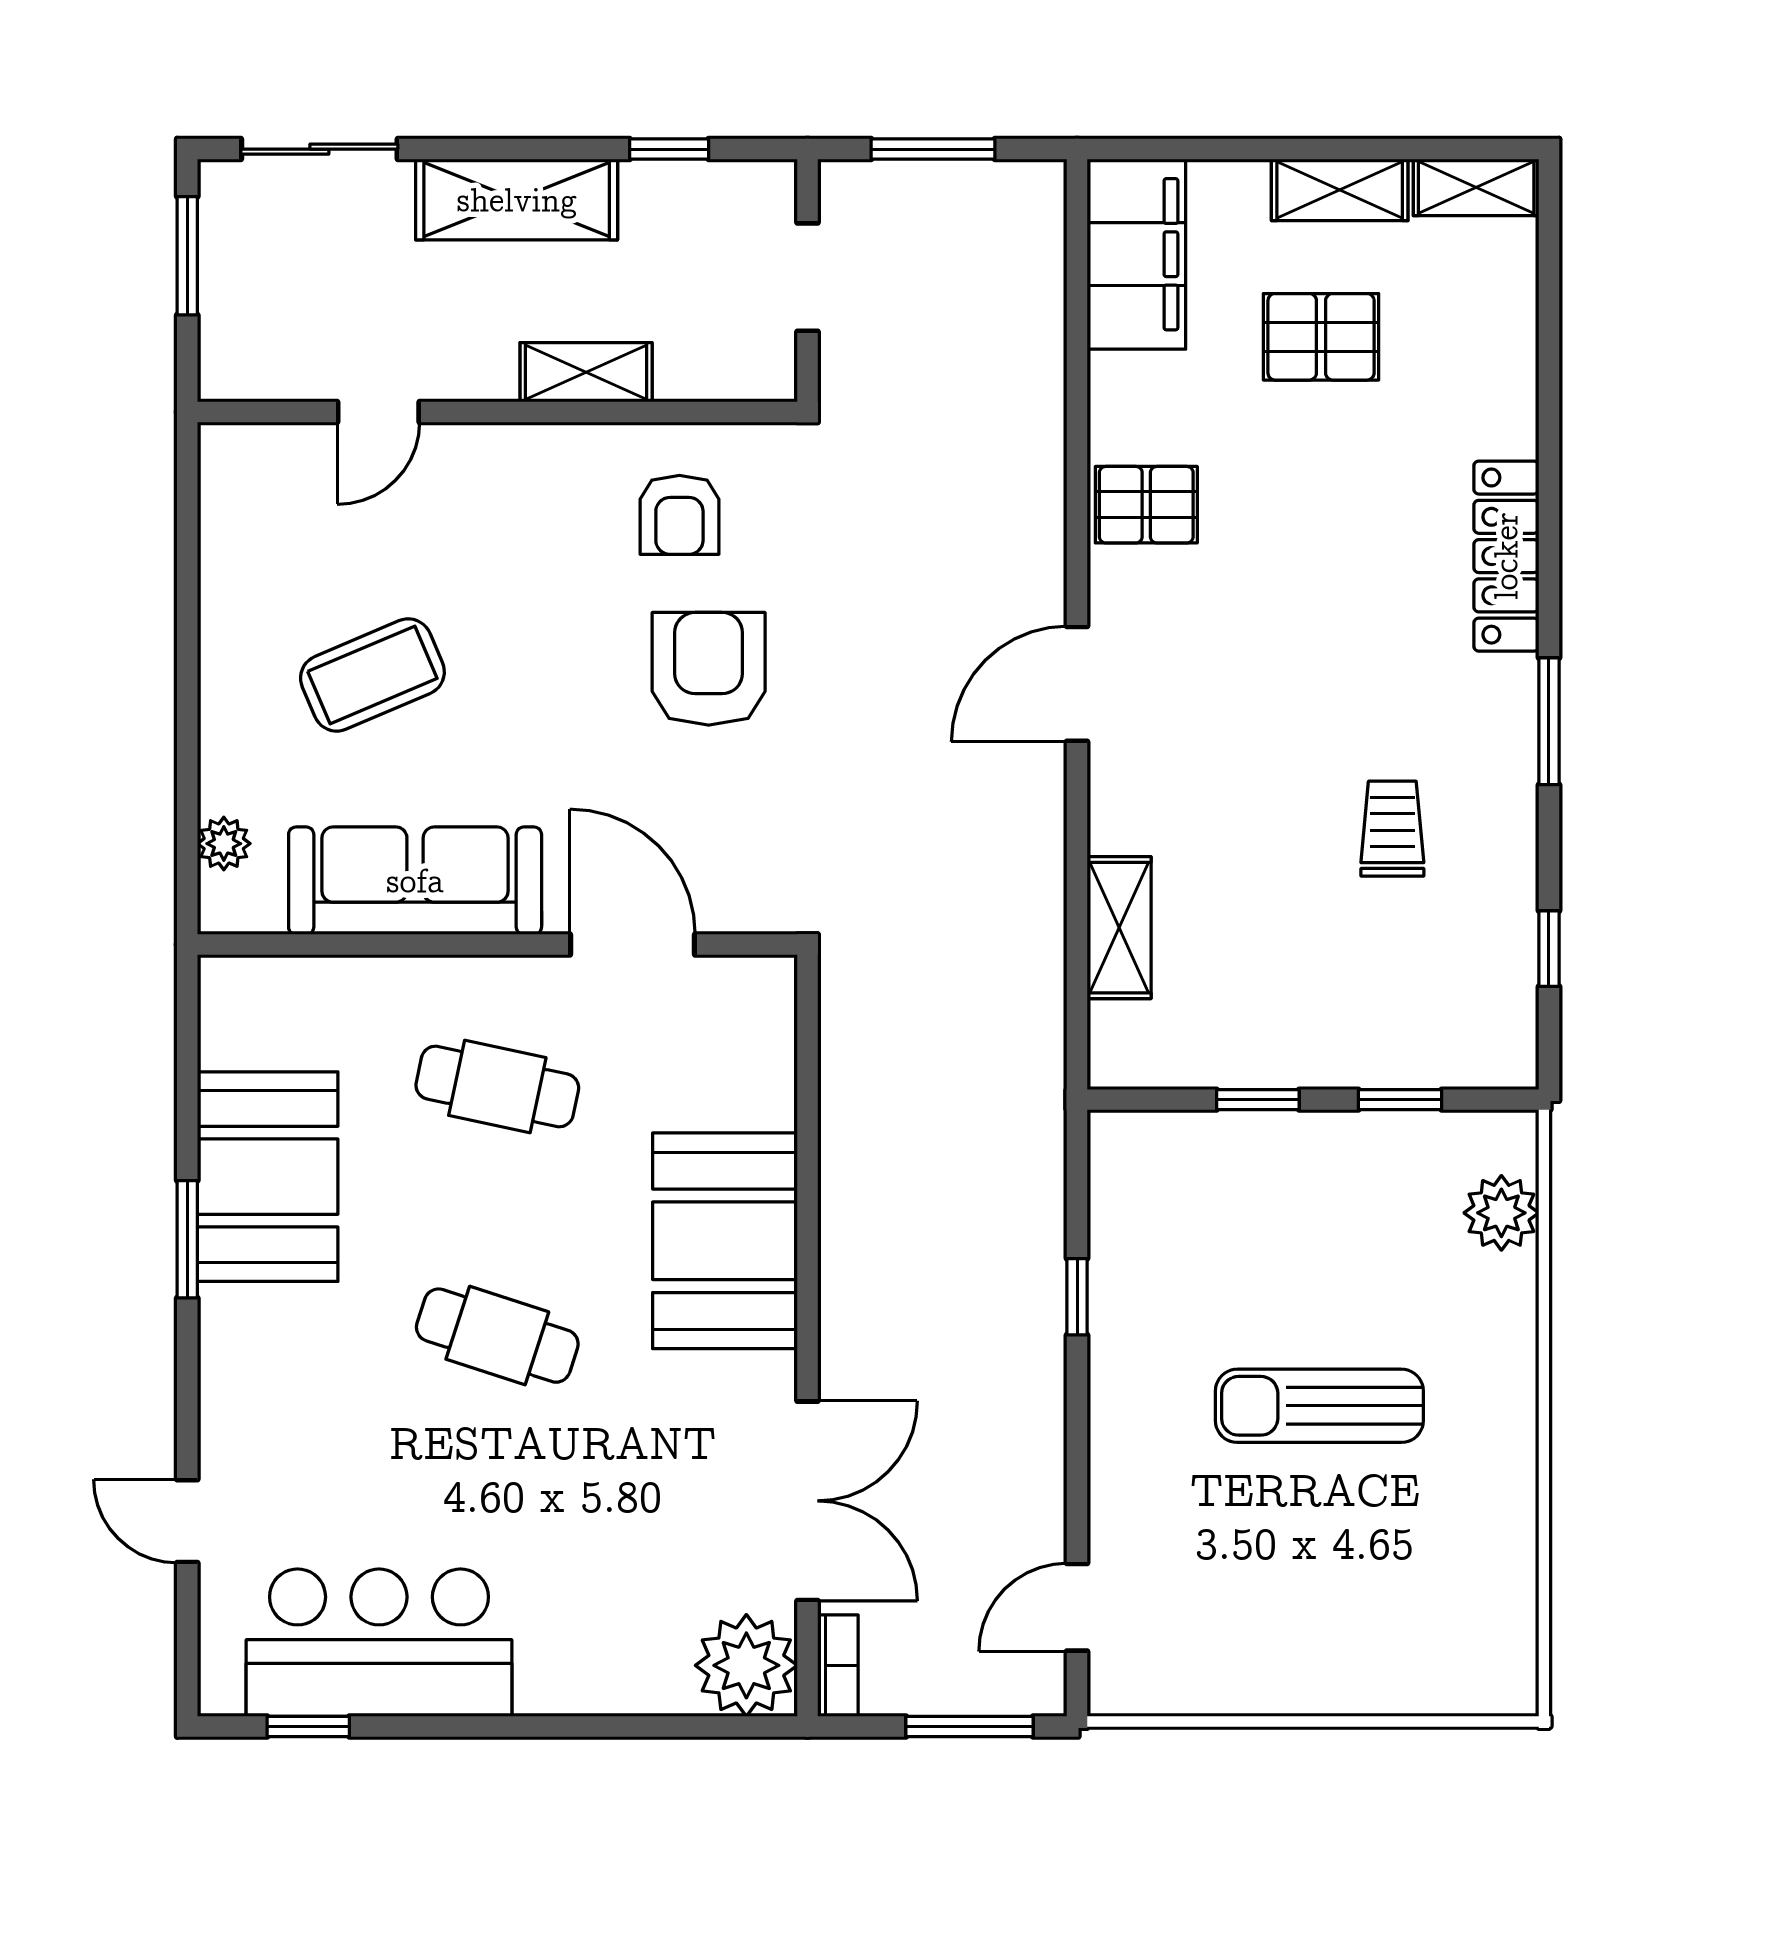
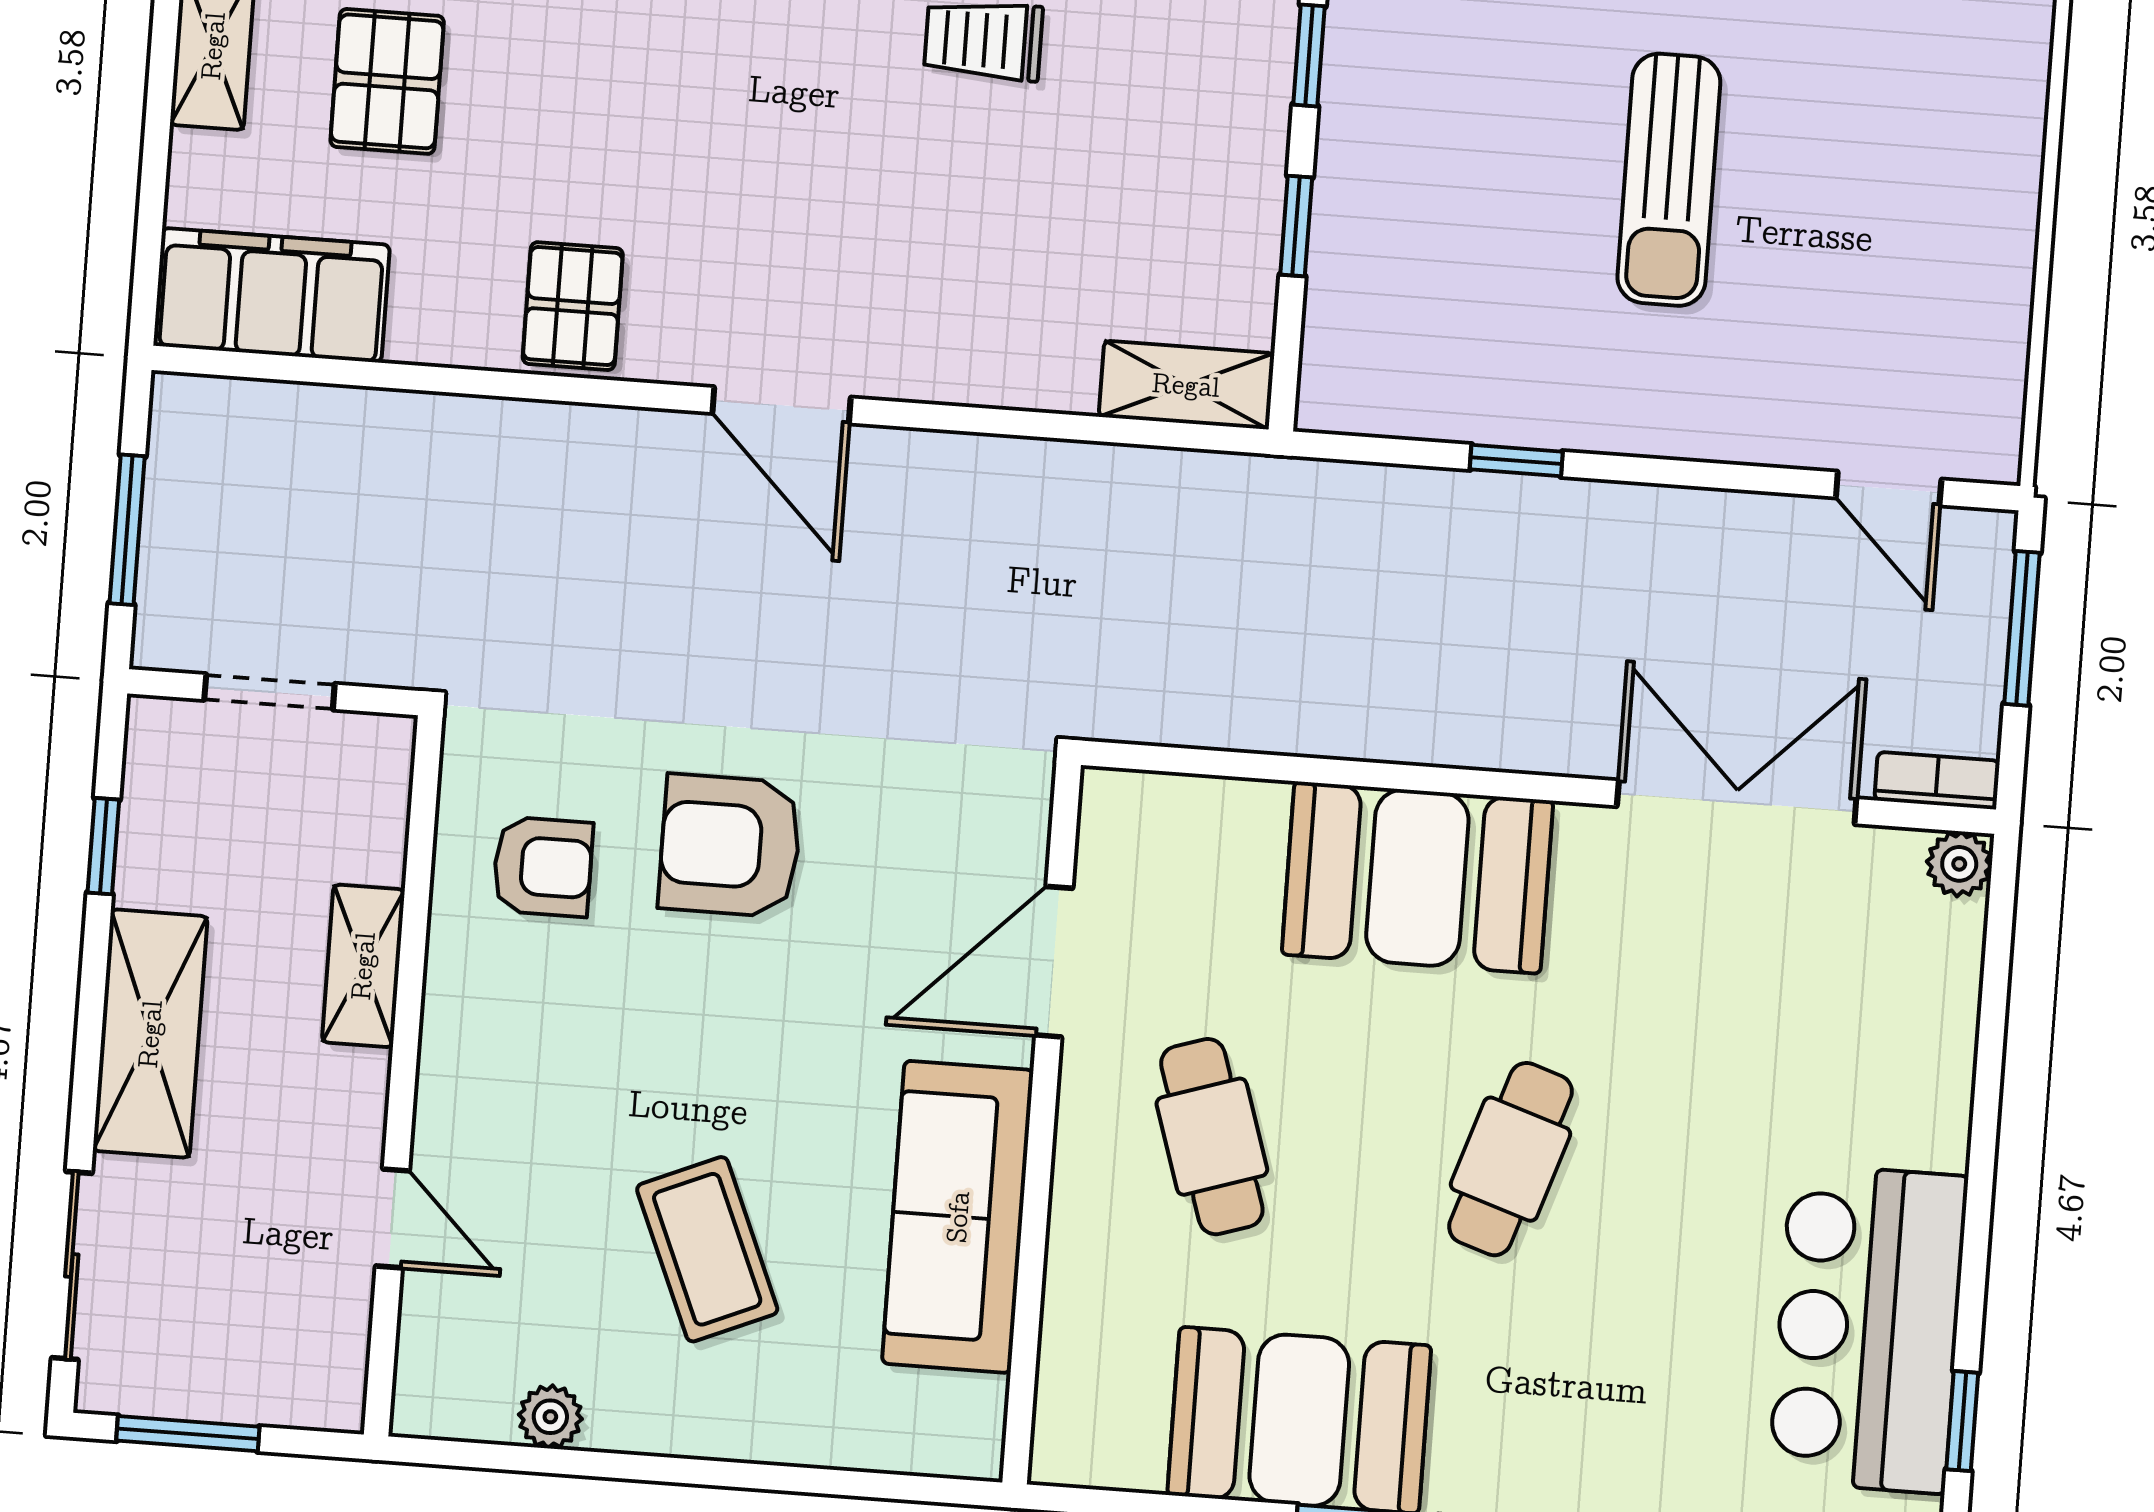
plant: (224, 844) -> (550, 1417), moved
shelving: (1119, 928) -> (1186, 385), moved
cafe table: (497, 1087) -> (1212, 1137), turned -30
plant: (746, 1665) -> (1959, 864), width x0.53, depth x0.53

